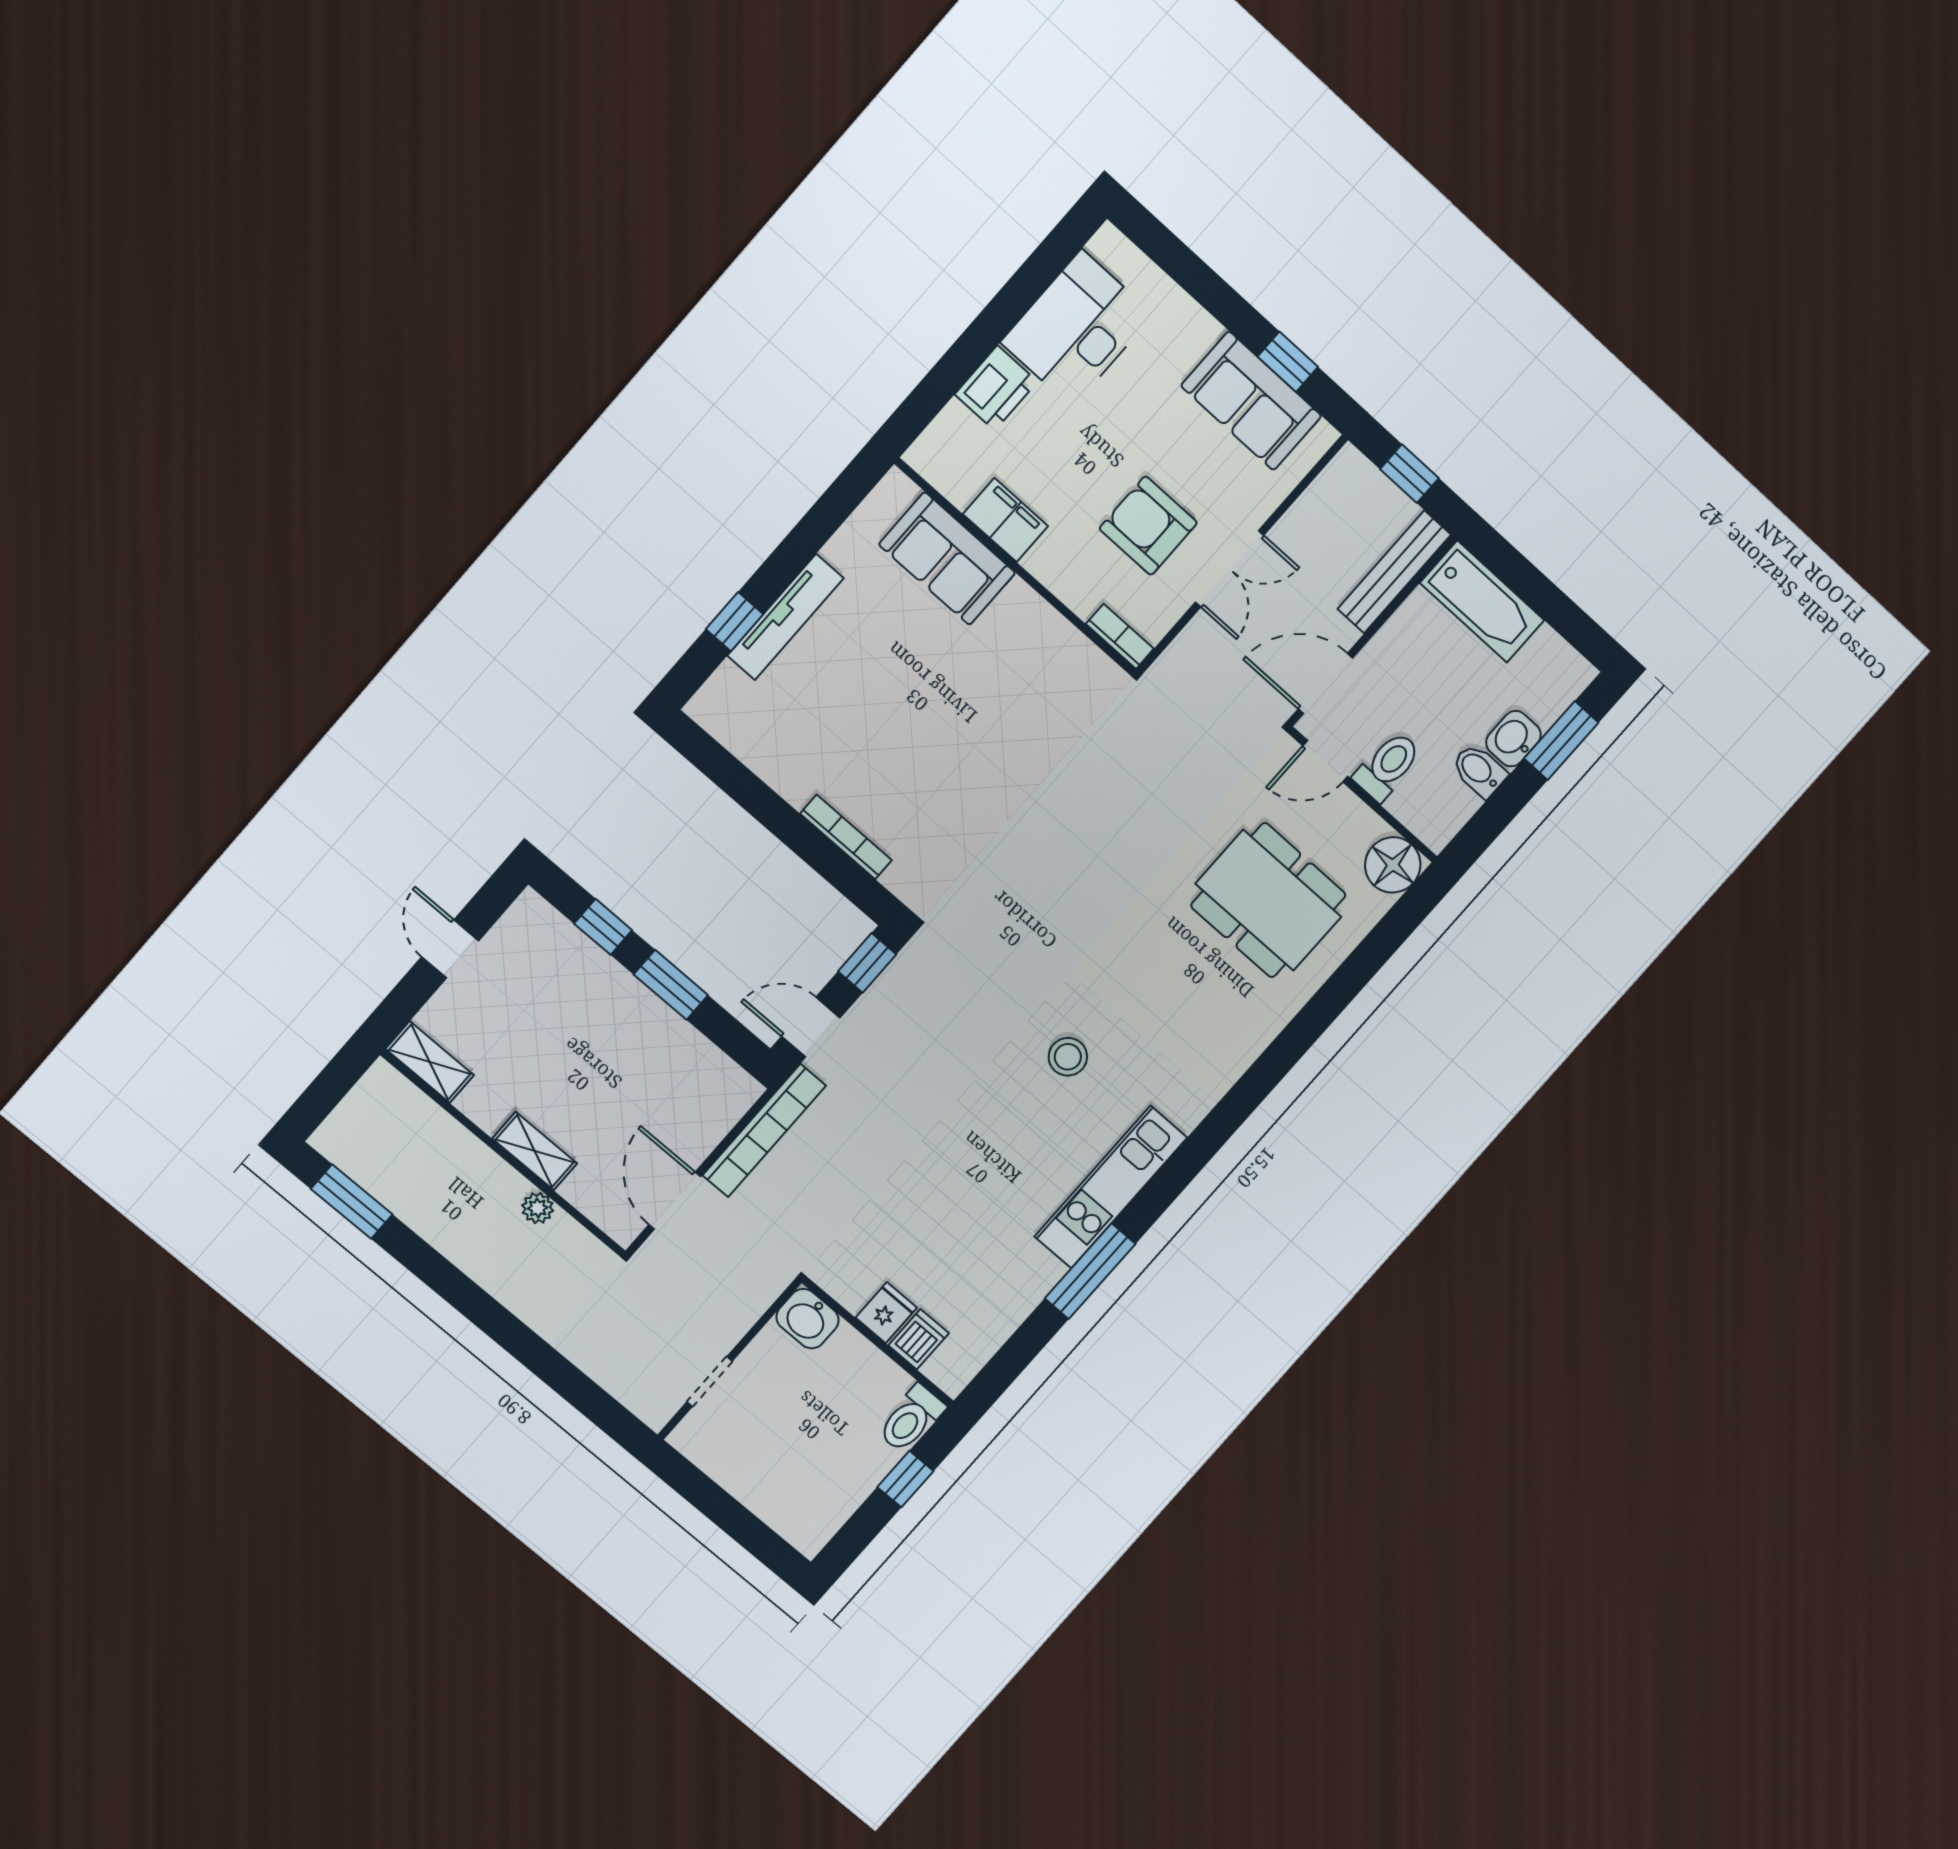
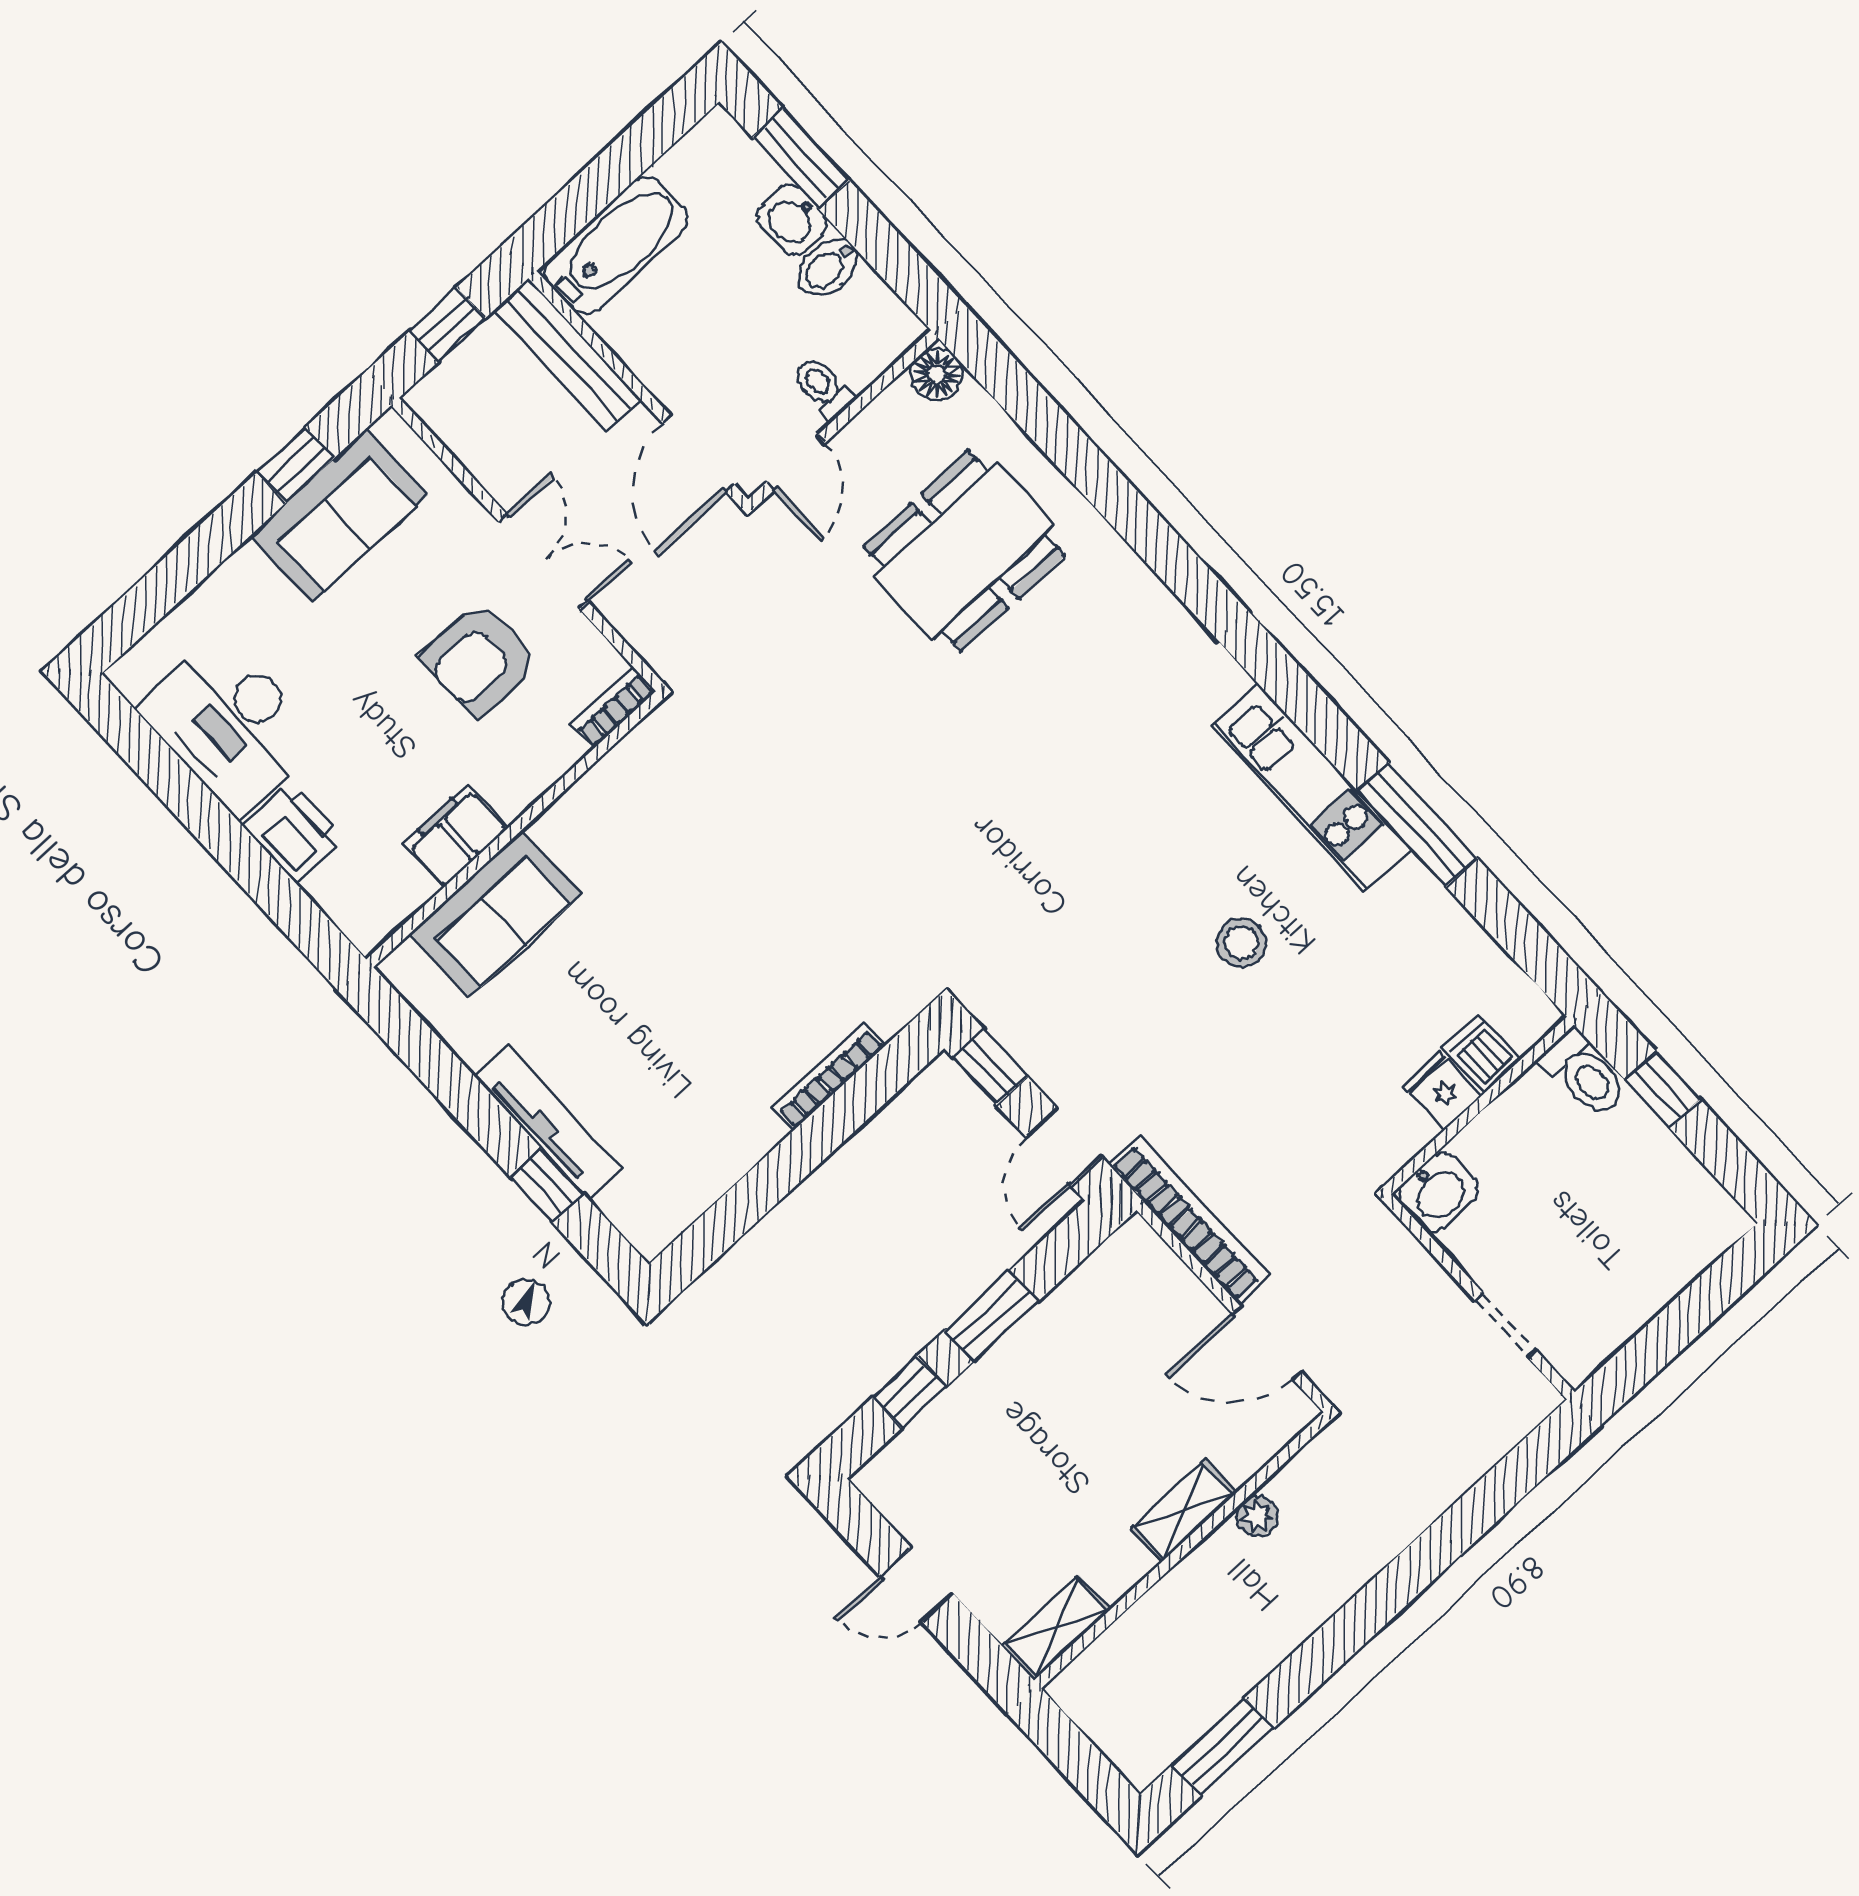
toilet: (1387, 766) -> (824, 388), width x0.73, depth x0.72
floor lamp: (1393, 865) -> (937, 374), width x0.73, depth x0.73
stool: (1068, 1057) -> (1241, 943), moved

